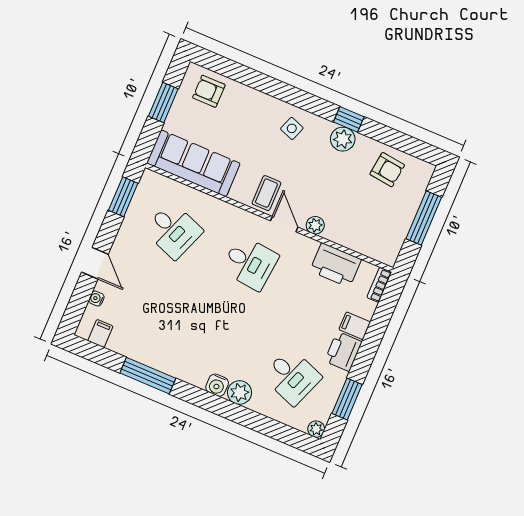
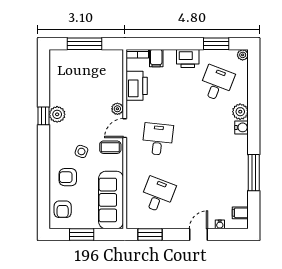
side table: (292, 128) -> (81, 151), moved
armchair: (387, 170) -> (68, 177), moved, turned -97
filing cabinet: (355, 326) -> (156, 58), moved

